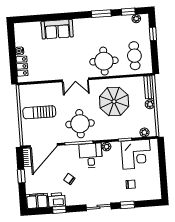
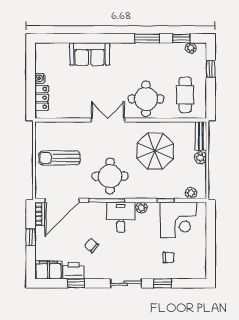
double door: (75, 80) -> (108, 120), swing flipped

